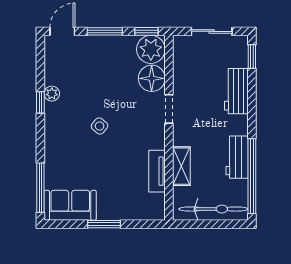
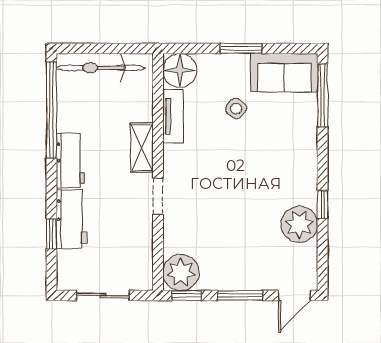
window: (252, 56) -> (51, 234), moved
floor lamp: (152, 78) -> (180, 70), moved
plant: (52, 94) -> (299, 224), width x1.87, depth x1.87
side table: (100, 126) -> (236, 108), moved
workbench: (237, 157) -> (70, 161), moved
shelving: (181, 166) -> (142, 148), moved

